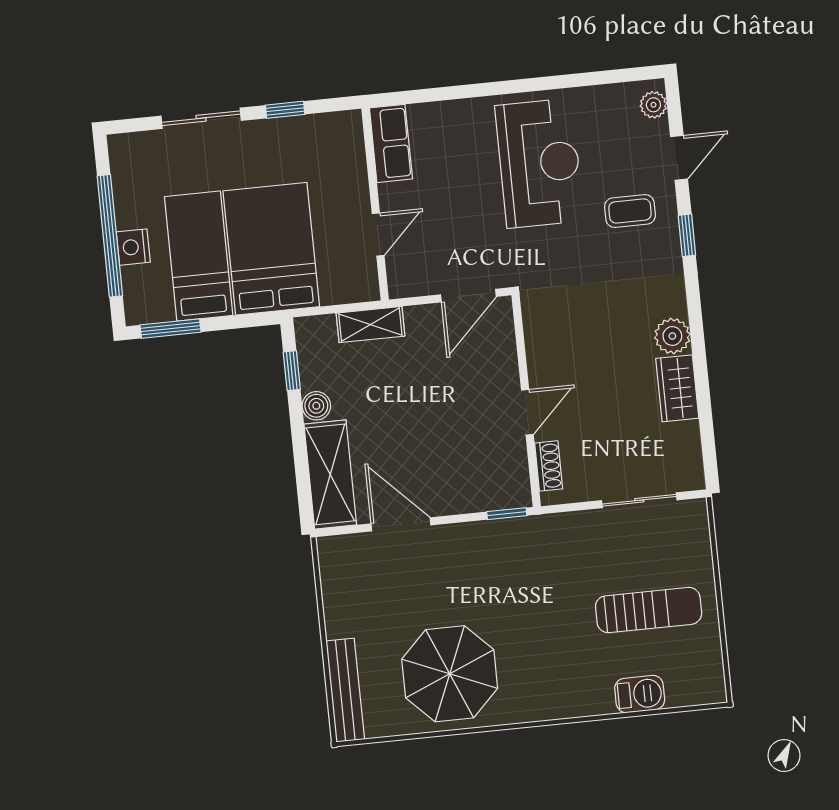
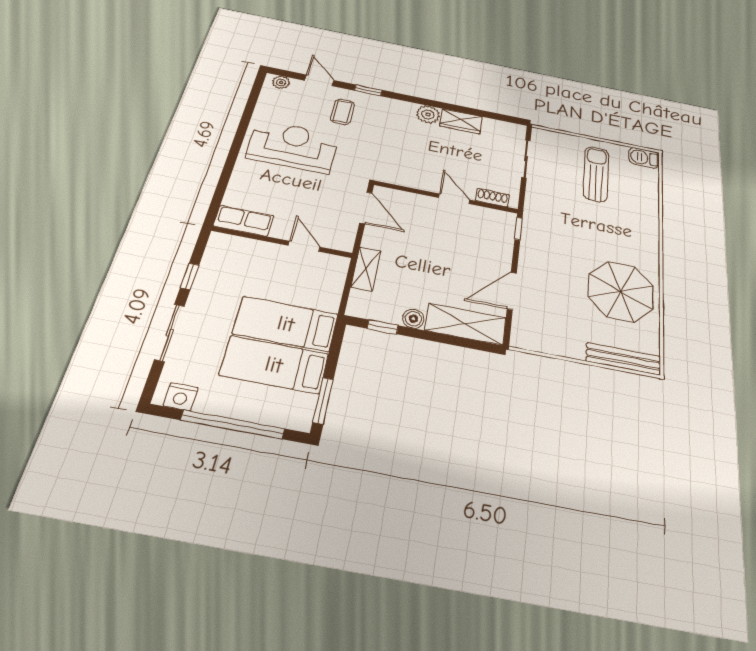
nightstand: (133, 247) -> (181, 397), moved
bed: (271, 249) -> (286, 324), width x0.67
barbecue: (640, 694) -> (644, 158), moved, turned -90

